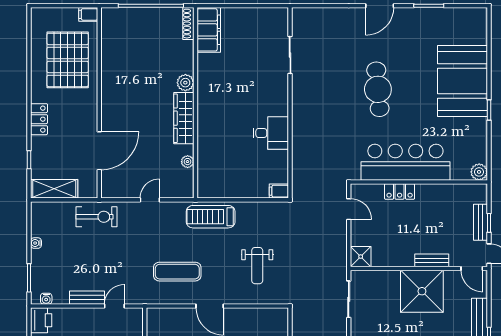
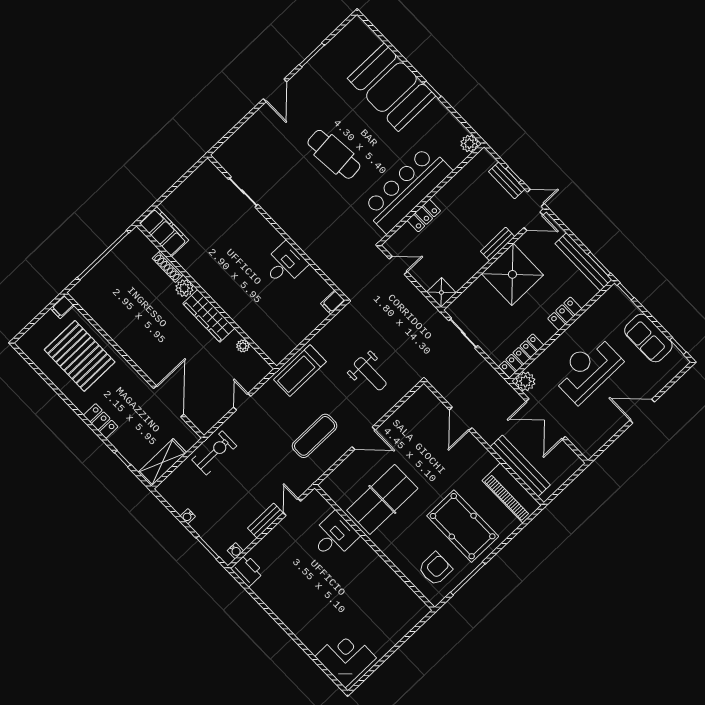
shoe rack: (188, 24) -> (168, 267), moved

